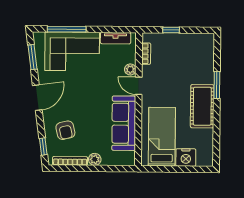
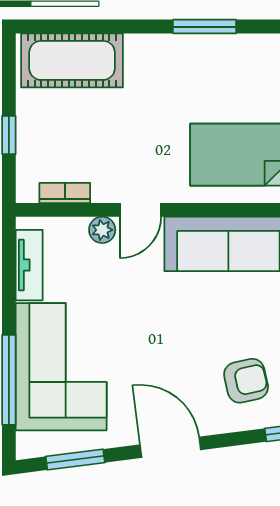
window: (217, 85) -> (205, 27), moved
cot: (202, 106) -> (72, 60), moved

